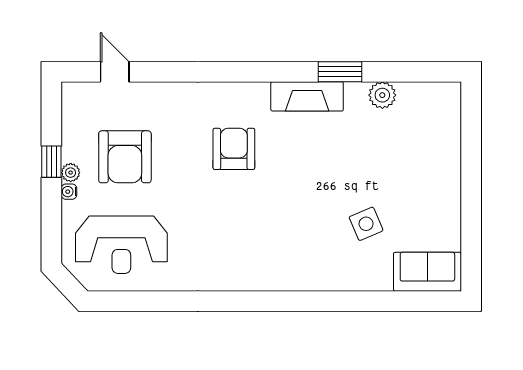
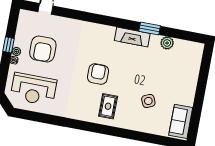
armchair: (234, 149) -> (98, 74), moved
rug: (284, 251) -> (108, 106), added
sofa: (427, 272) -> (181, 121), moved, turned -90

